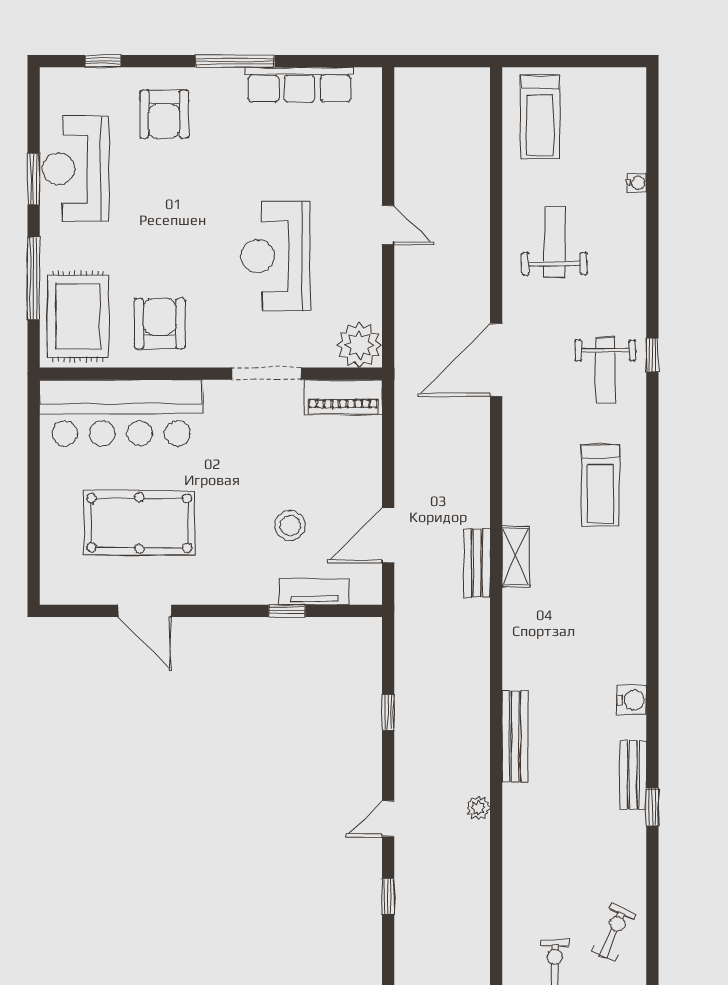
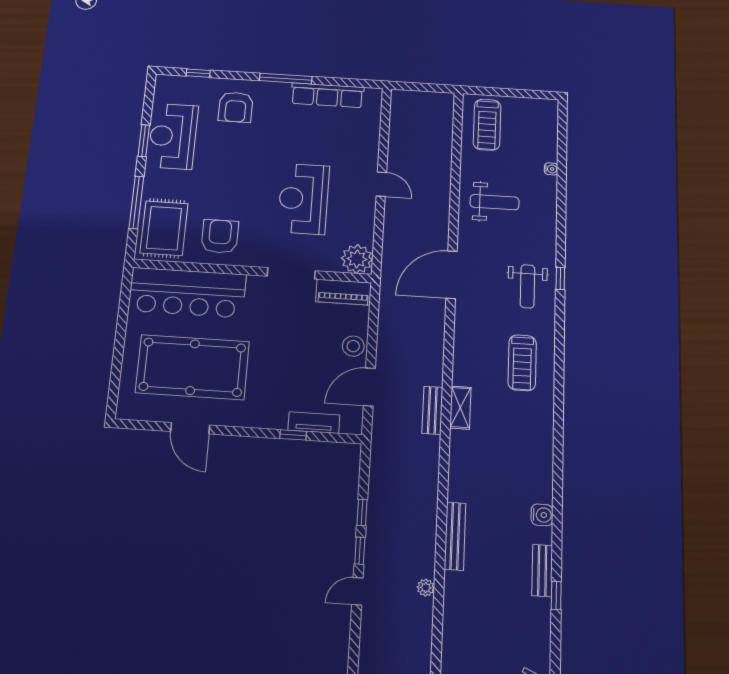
weight bench: (555, 242) -> (494, 202), turned 90
pool table: (139, 523) -> (192, 367), width x1.36, depth x1.32
stool: (290, 526) -> (353, 346), moved
window: (388, 897) -> (360, 551), moved

